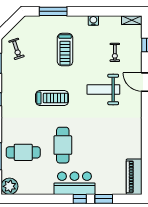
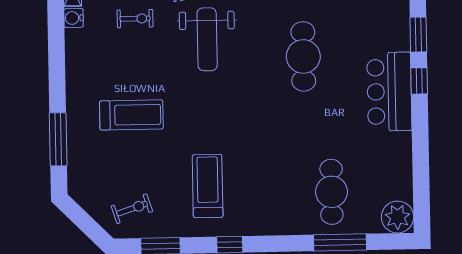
water cooler: (93, 21) -> (74, 18), moved
treadmill: (52, 98) -> (208, 186), moved
cafe table: (63, 145) -> (303, 56), moved, turned 90

